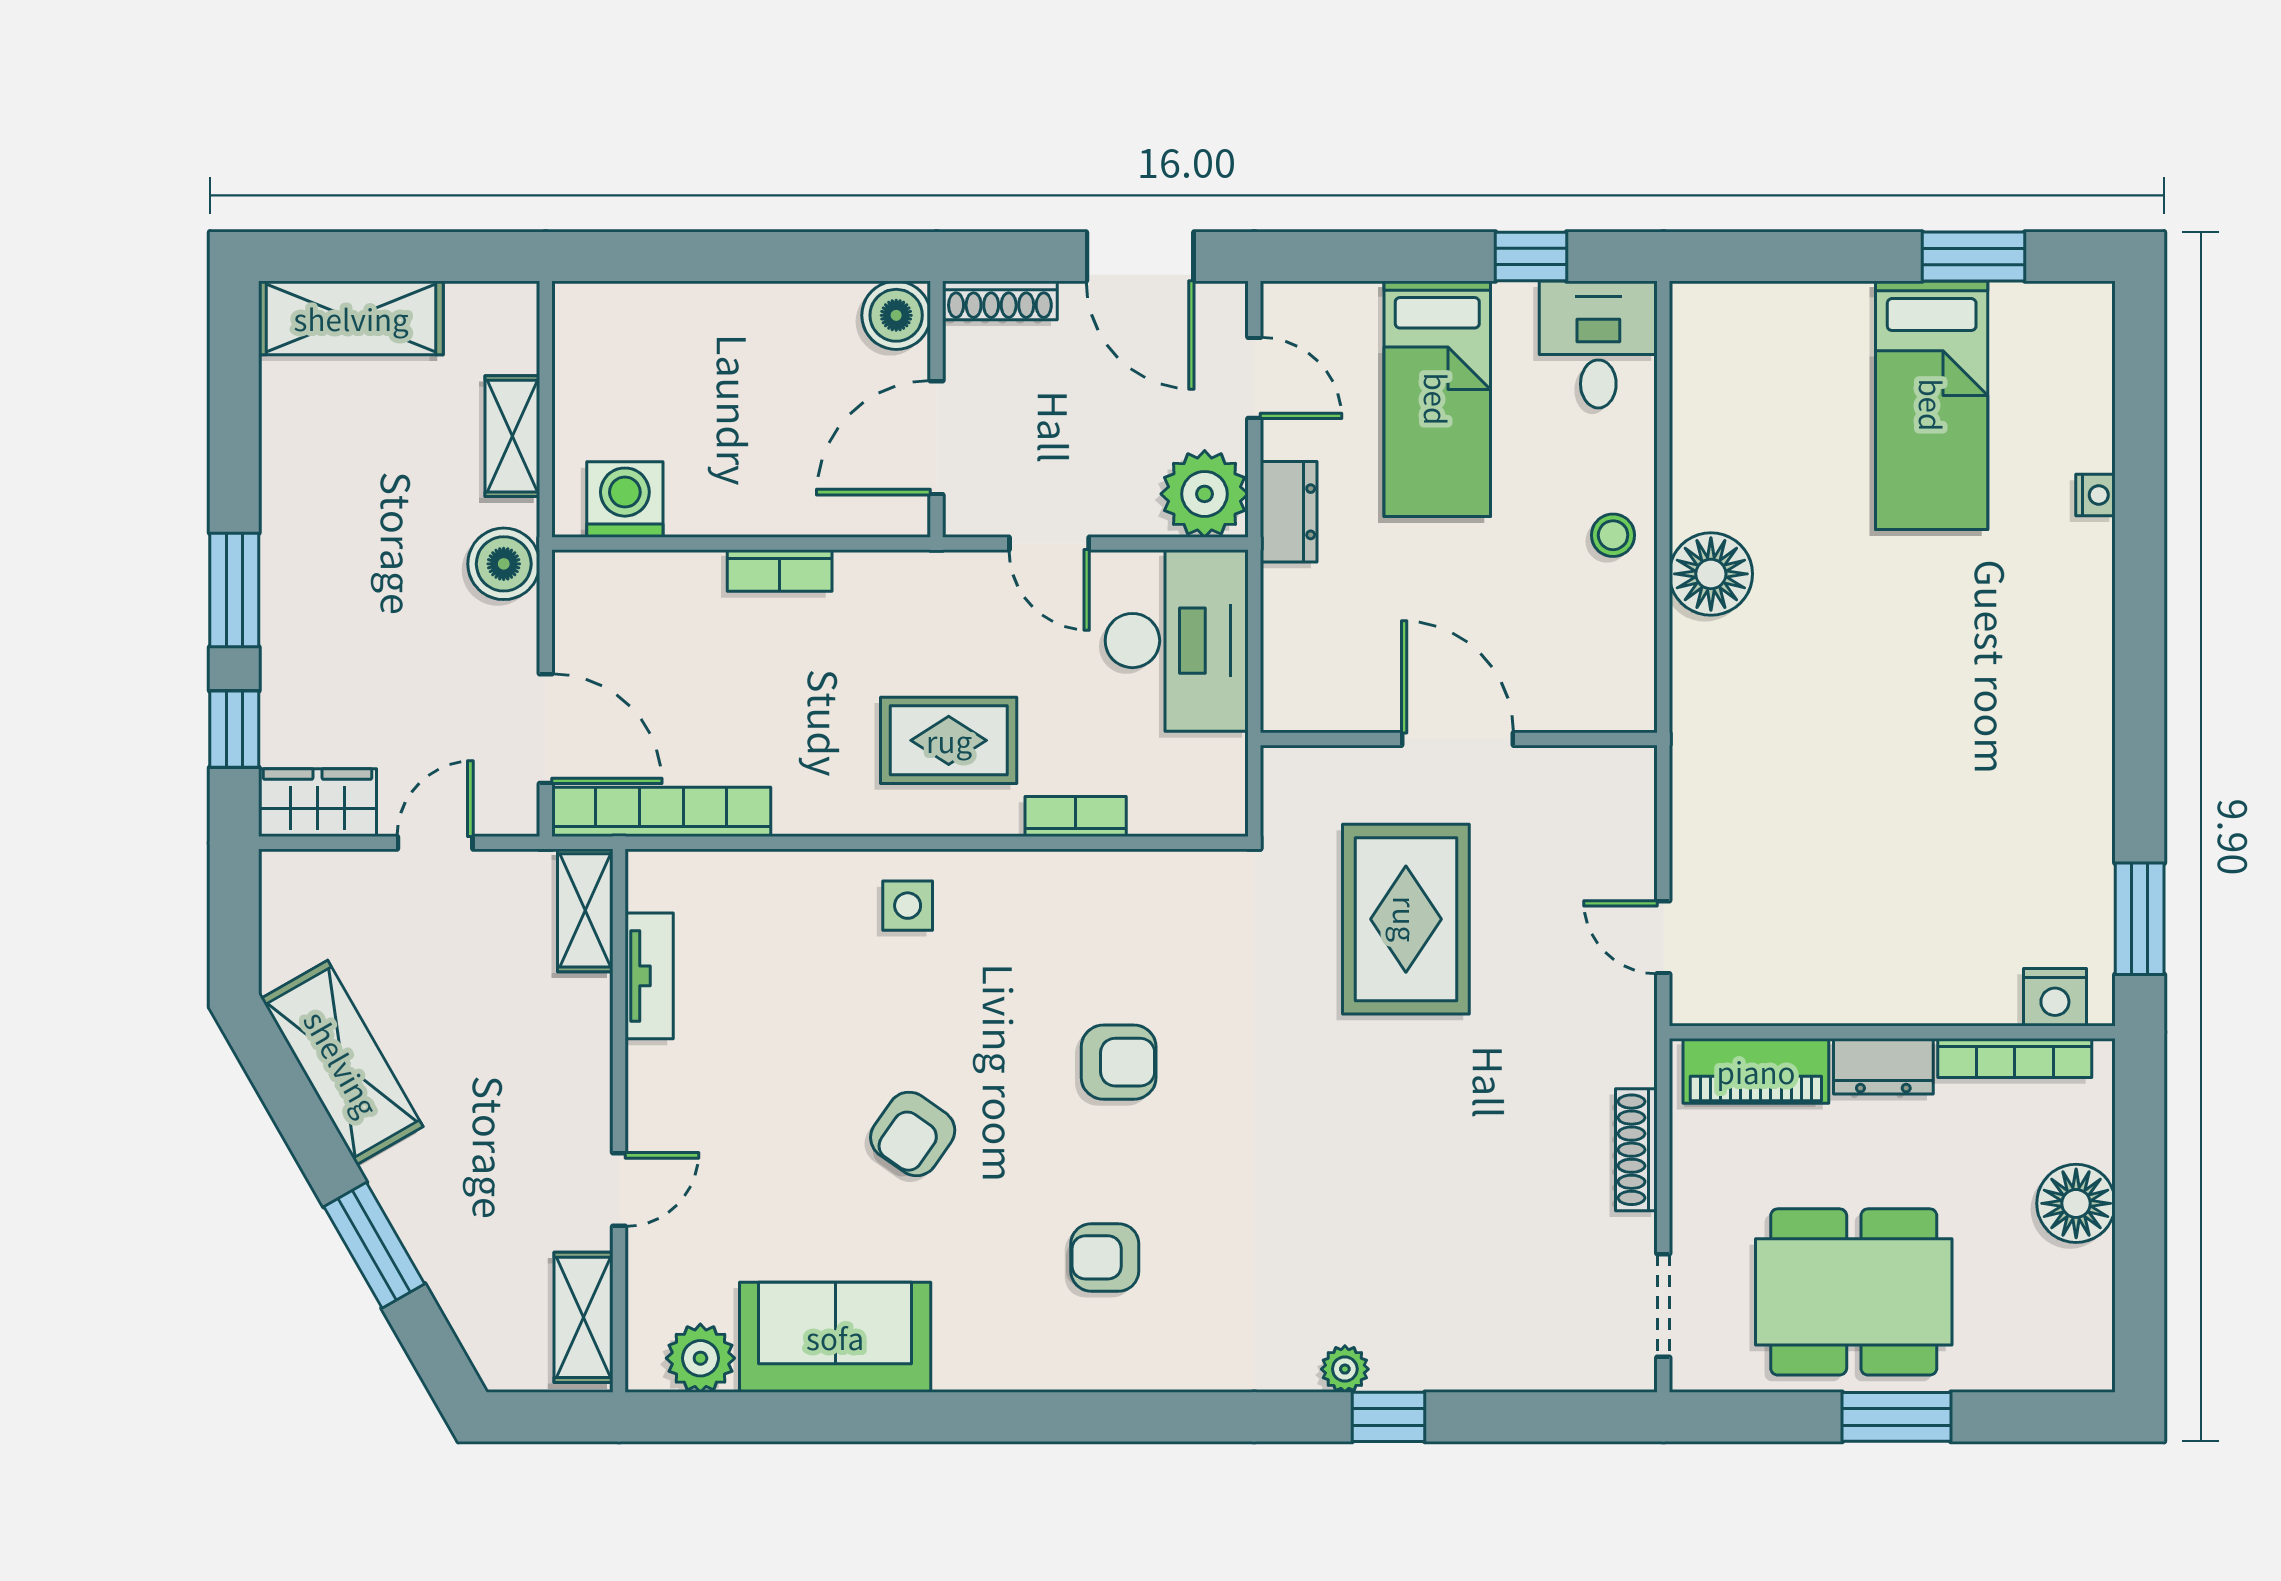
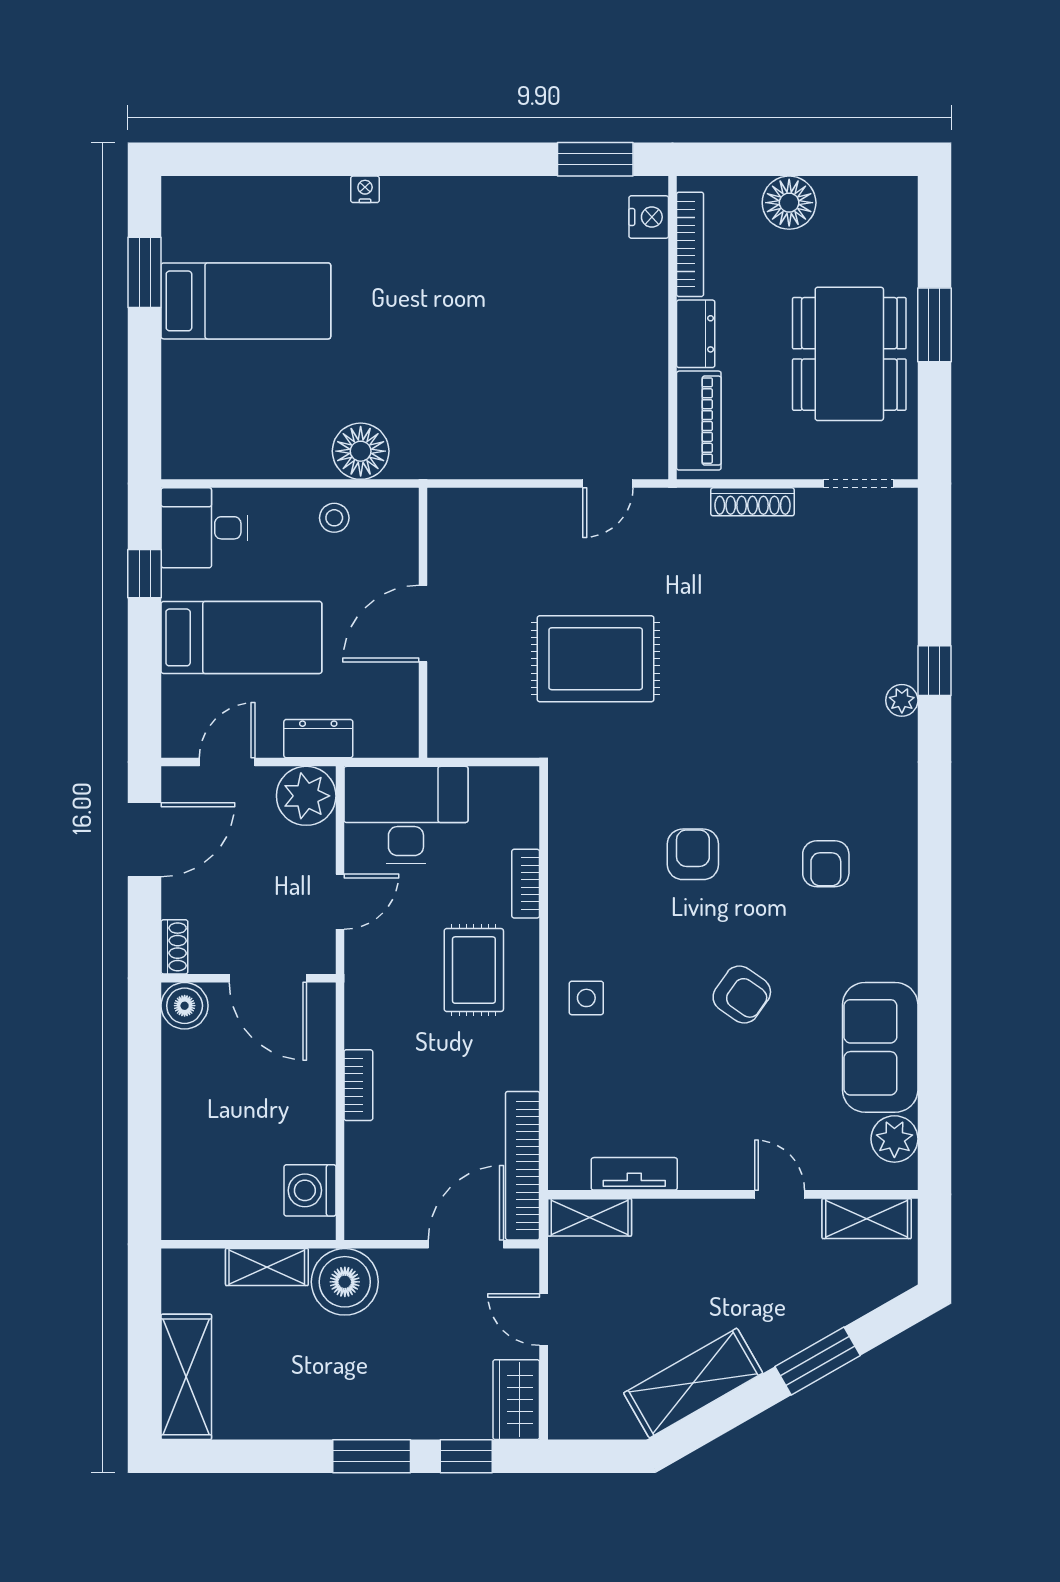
shoe rack: (1000, 300) -> (174, 947), width x0.70
nightstand: (2096, 495) -> (365, 189), moved
boiler: (504, 564) -> (345, 1282), width x1.37, depth x1.37
door: (1458, 739) -> (423, 624), moved
wall: (1459, 739) -> (423, 623), moved

